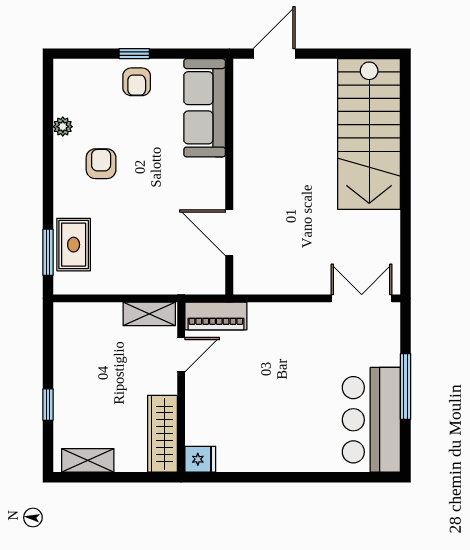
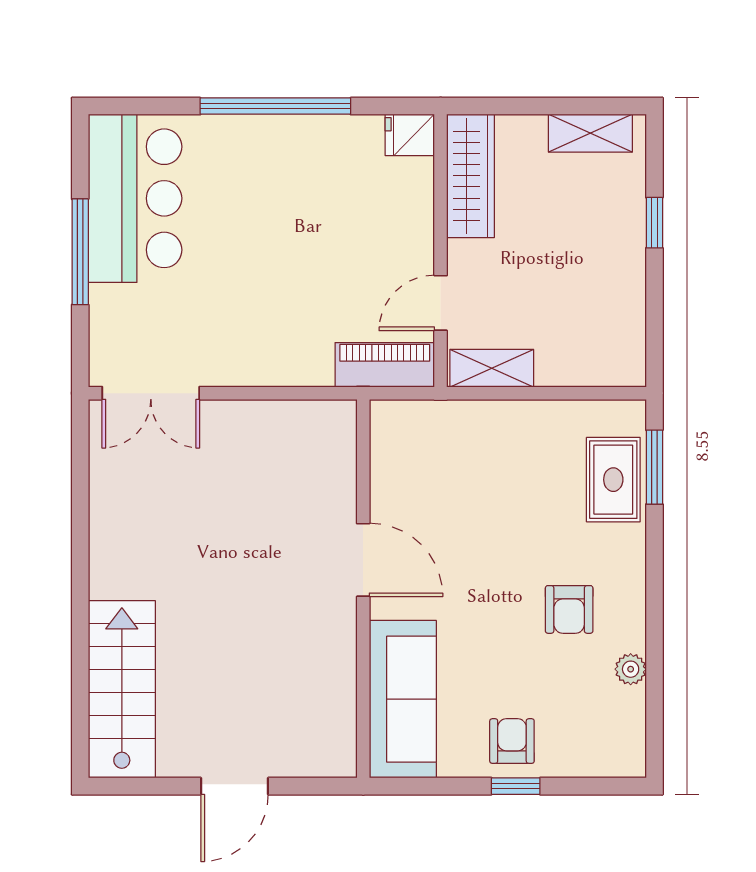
door: (274, 54) -> (235, 786), moved
stairs: (369, 134) -> (122, 689), width x0.73, depth x0.66
door: (229, 233) -> (363, 560), moved
window: (284, 477) -> (275, 106), added

